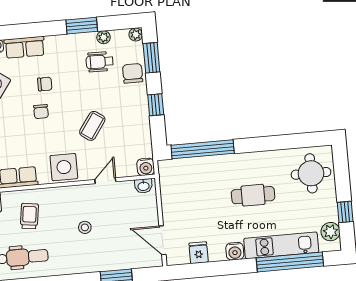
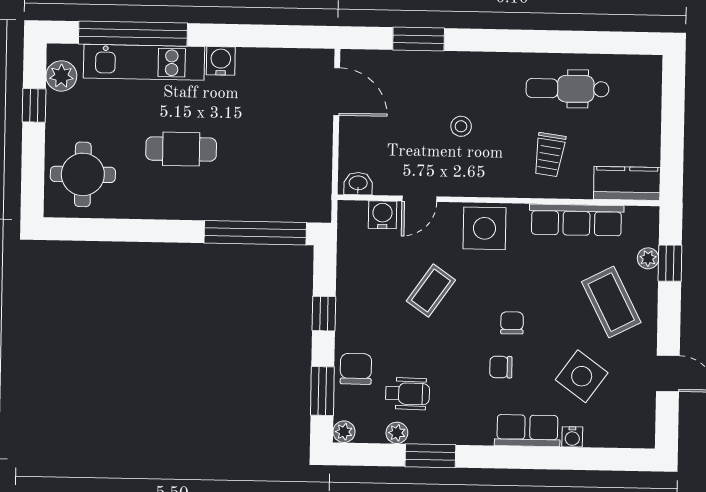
chair: (133, 73) -> (356, 369), turned 180
water cooler: (146, 167) -> (382, 215), moved
fridge: (199, 253) -> (280, 65), removed

